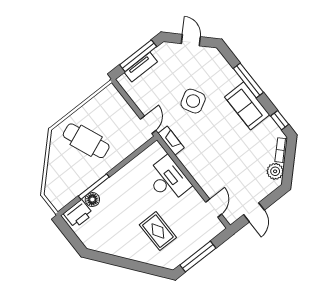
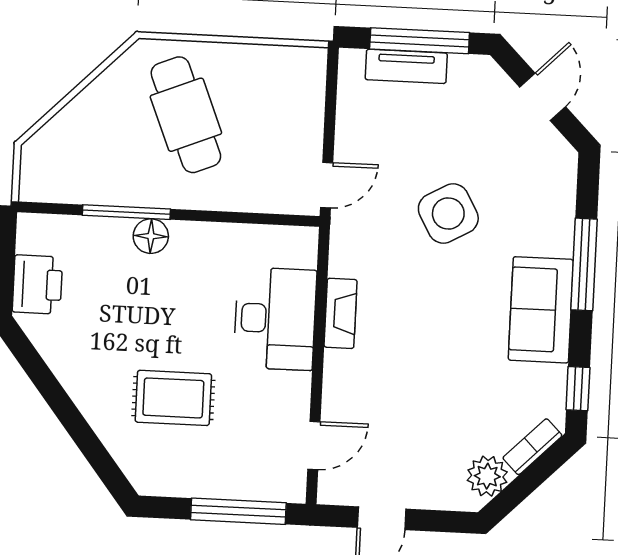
fireplace: (171, 141) -> (341, 313), moved
floor lamp: (92, 199) -> (151, 236), moved
printer: (78, 214) -> (37, 284), moved, turned -90
rug: (158, 231) -> (173, 398), turned 90
window: (198, 257) -> (238, 511), moved

